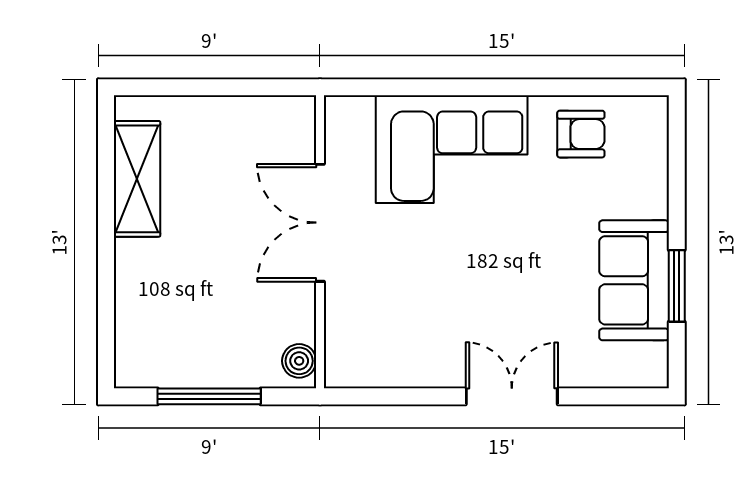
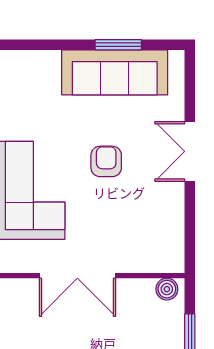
armchair: (581, 134) -> (106, 161), moved
sofa: (634, 280) -> (115, 72), width x1.36

